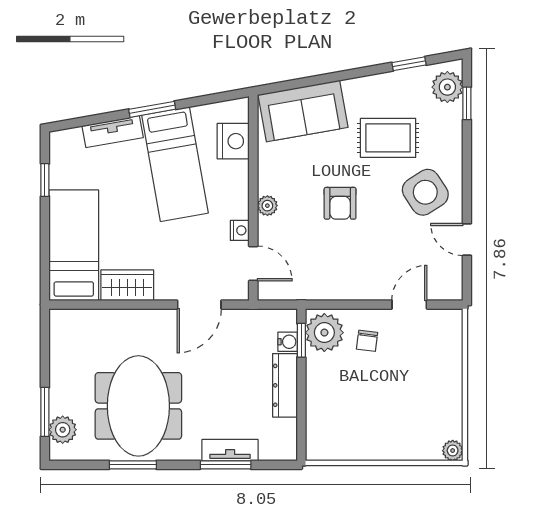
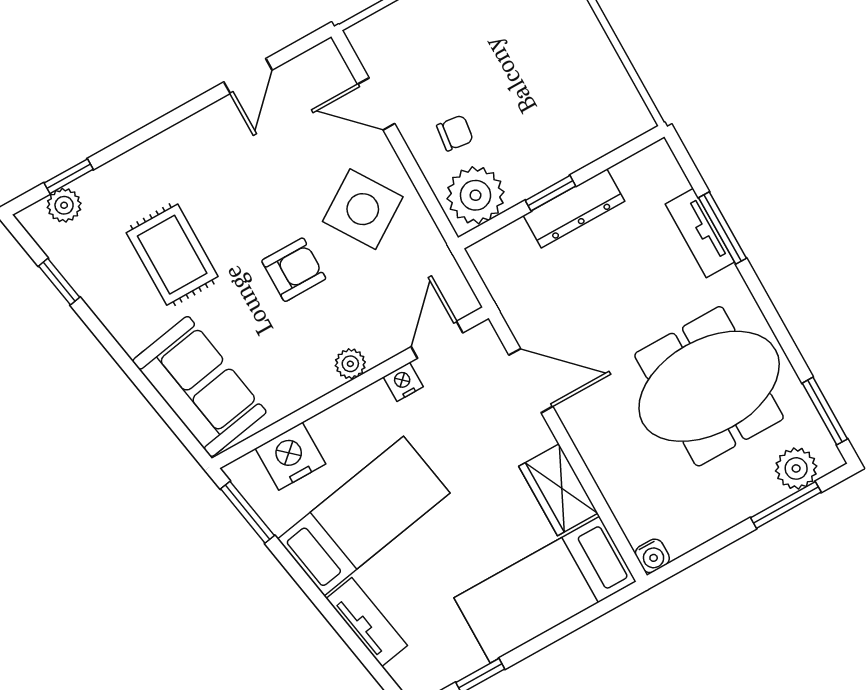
plant: (447, 87) -> (64, 205), width x0.73, depth x0.73
window: (152, 109) -> (247, 512), moved
side table: (425, 192) -> (363, 209), moved
window: (301, 340) -> (551, 193), moved
water cooler: (288, 342) -> (652, 556), moved, turned 180
window: (133, 465) -> (825, 411), moved

